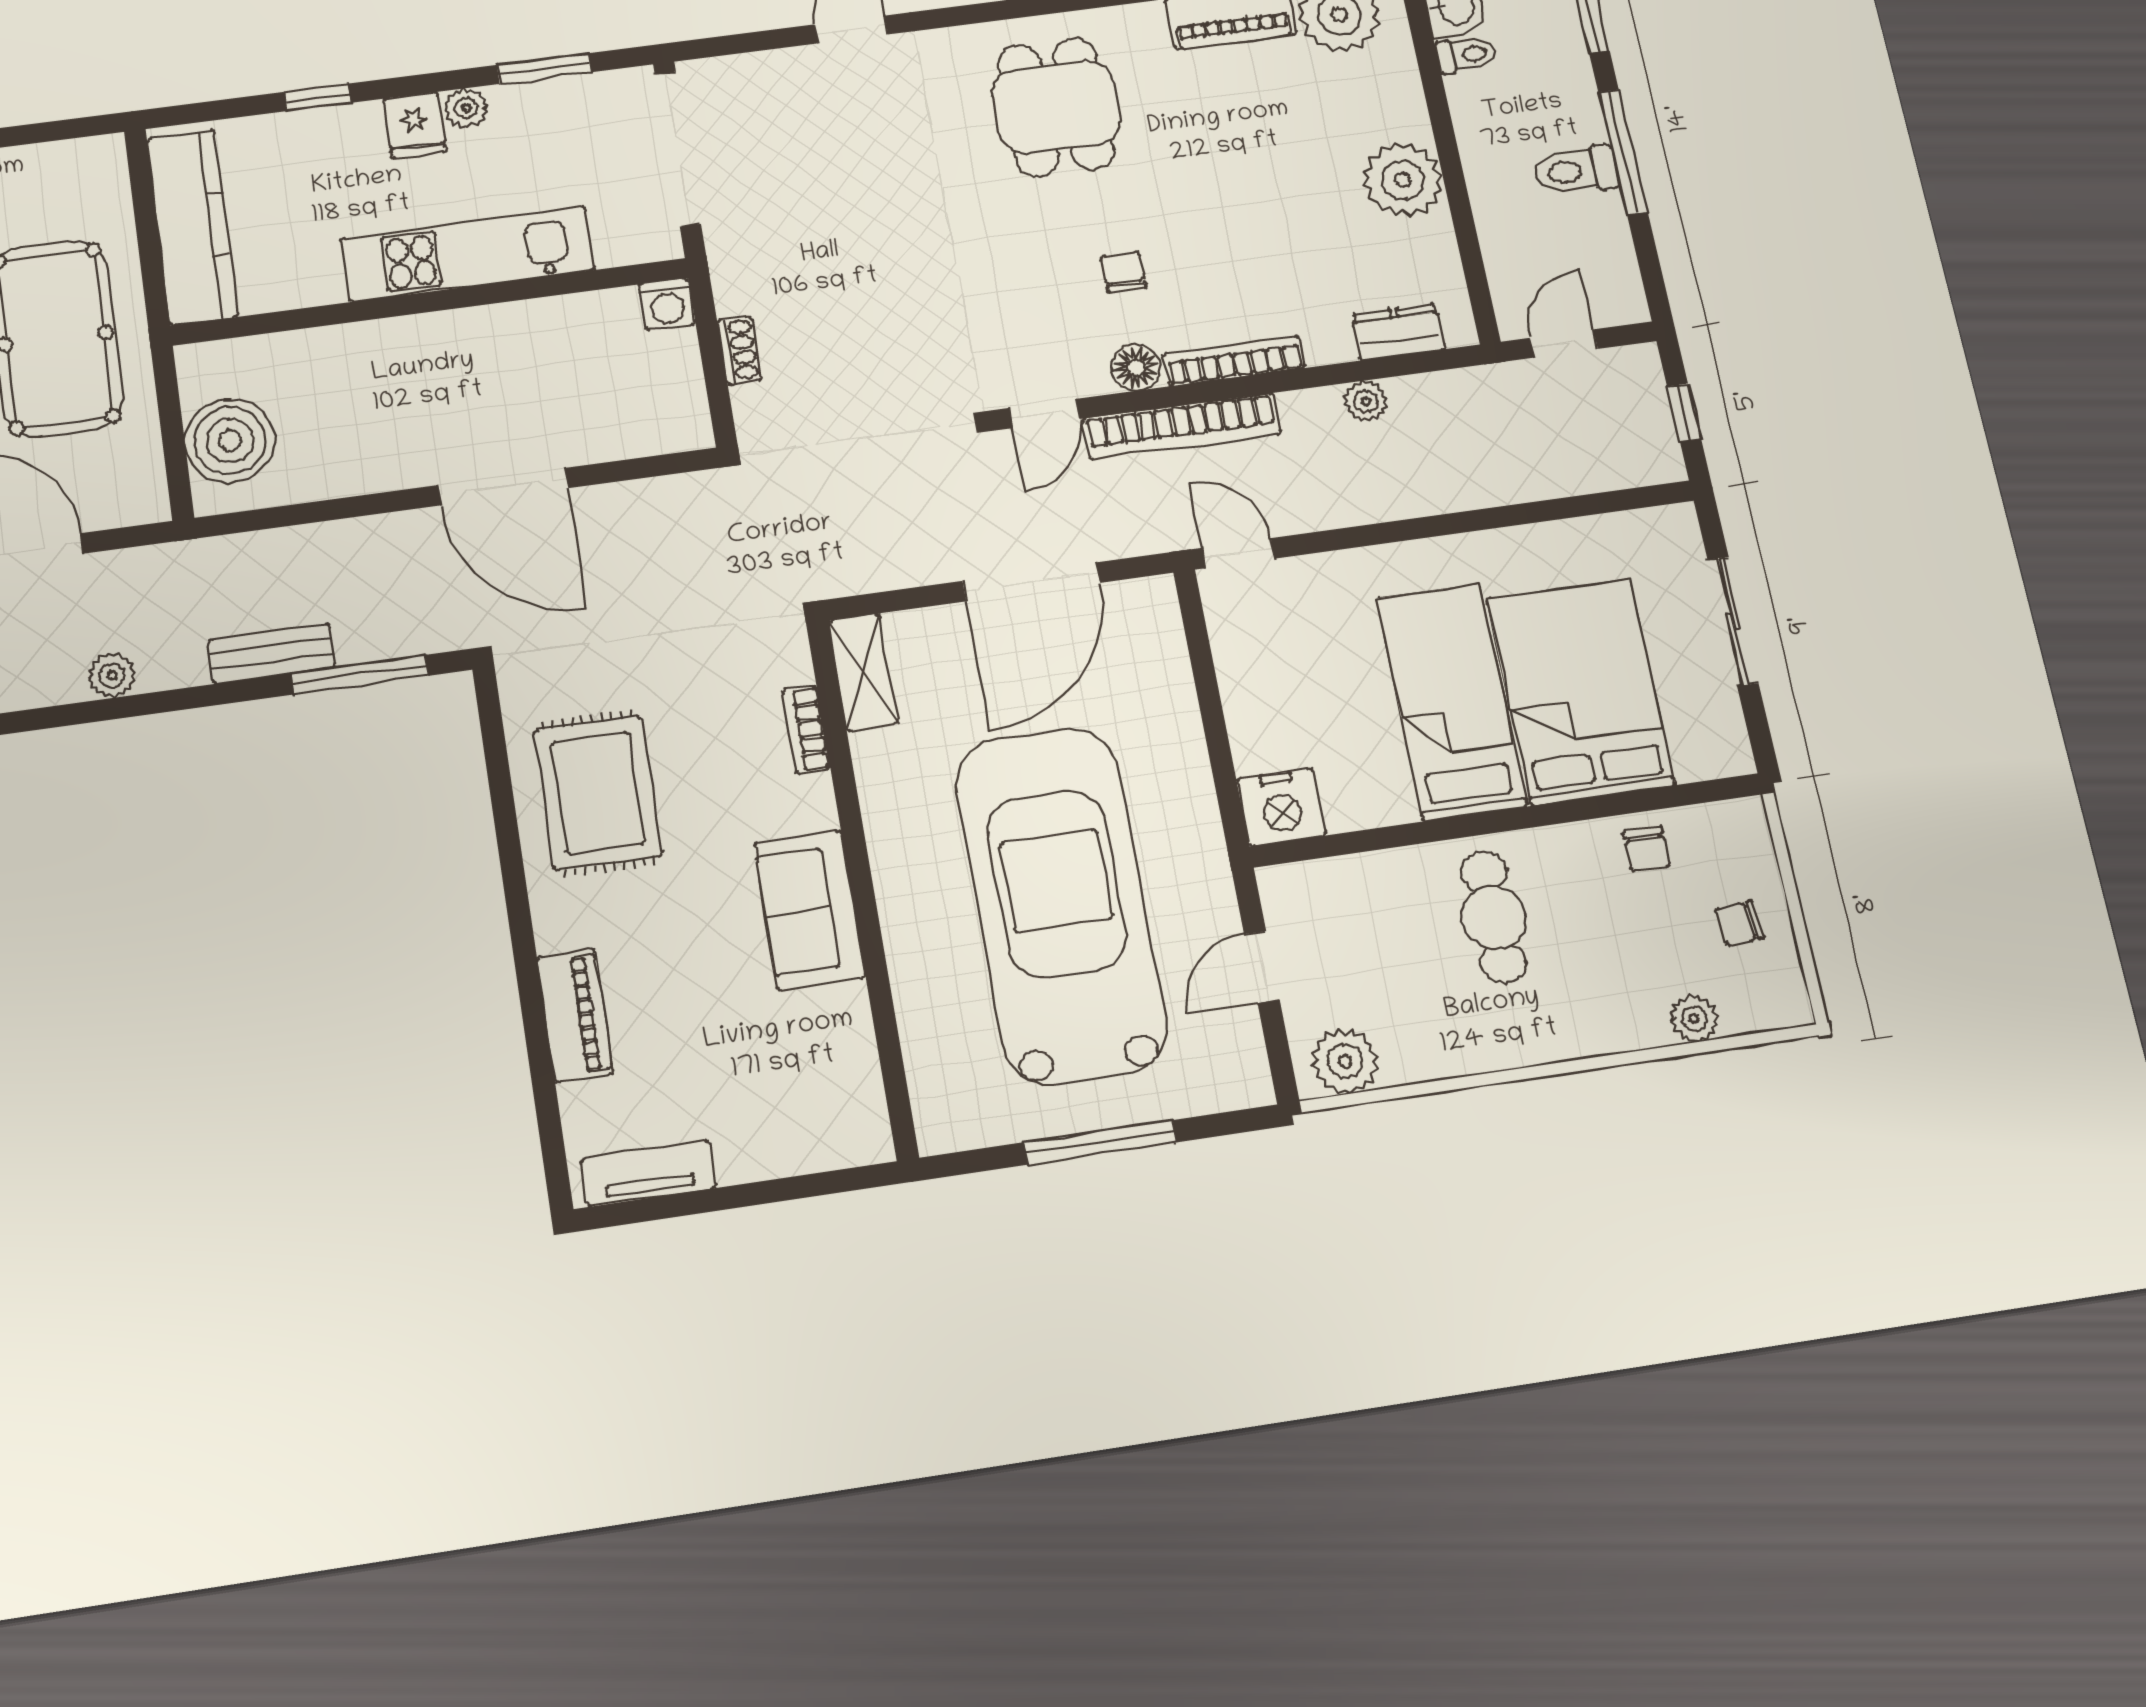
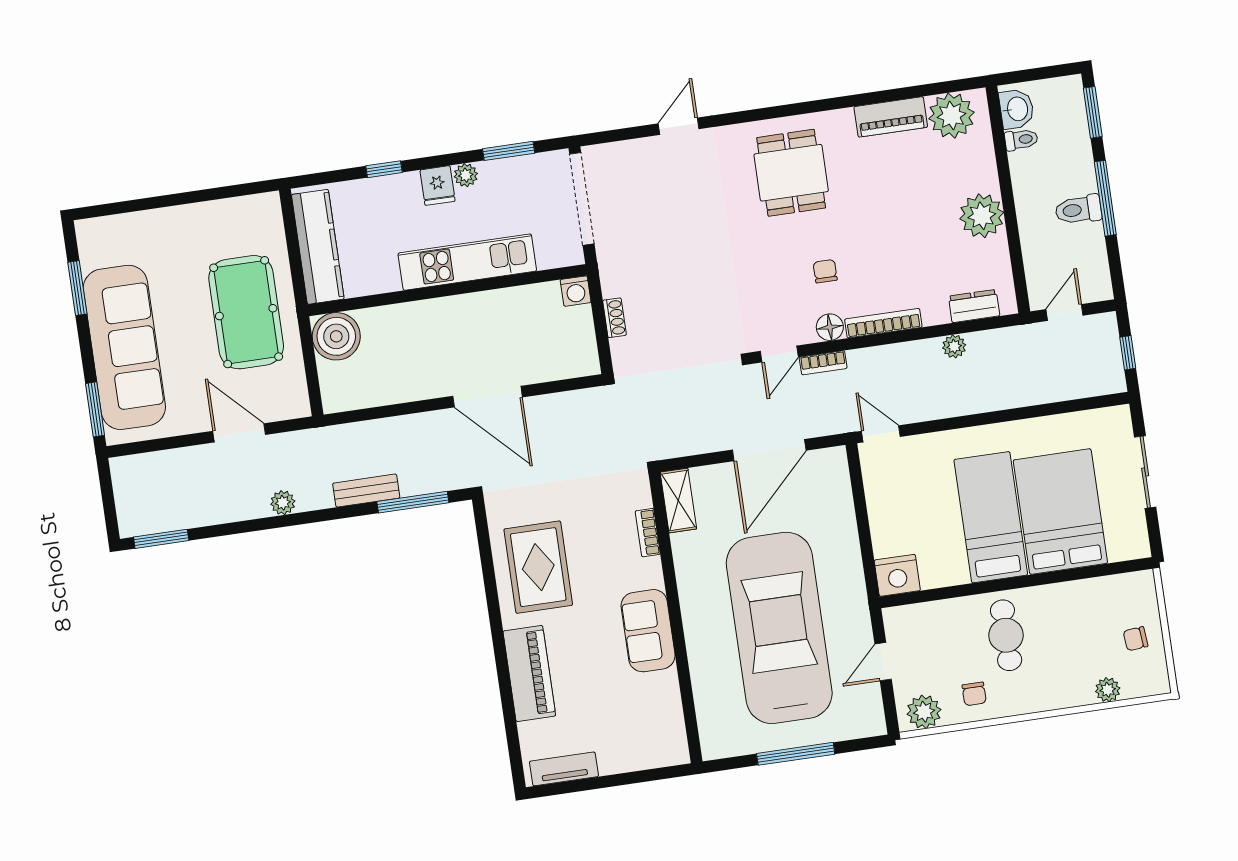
bookcase: (1182, 426) -> (823, 363), width x0.43, depth x0.76
boiler: (230, 441) -> (336, 336), moved
chair: (1647, 849) -> (974, 694), moved
piano: (575, 1015) -> (529, 673), width x1.37, depth x1.33

